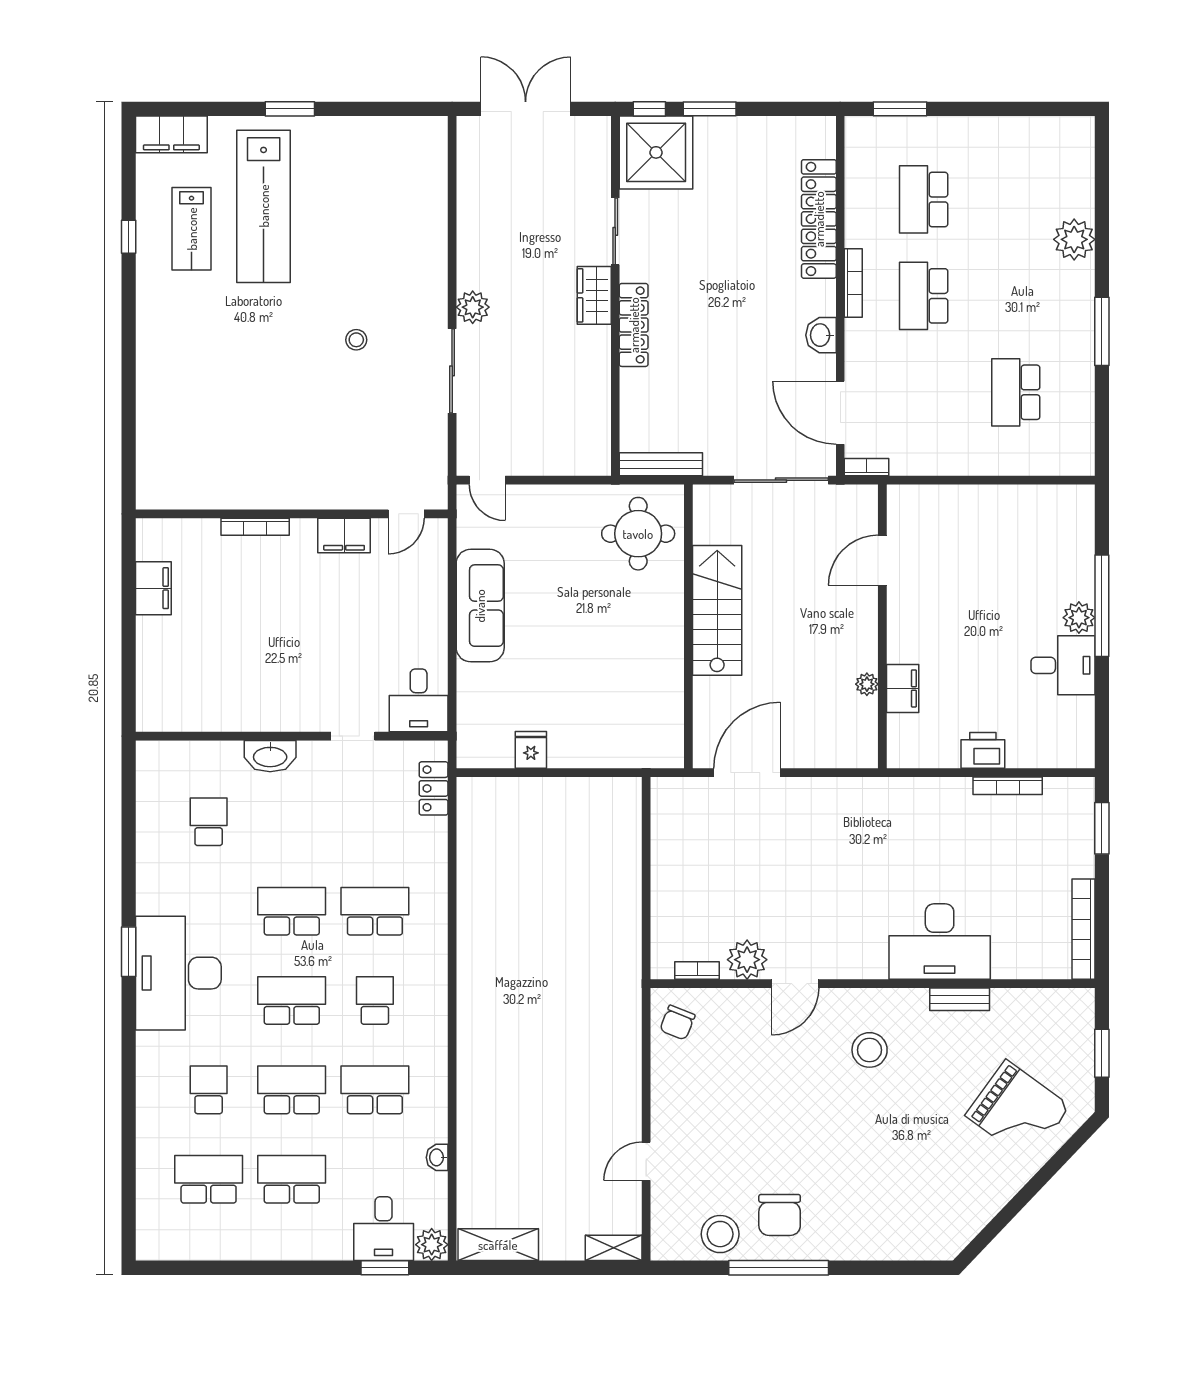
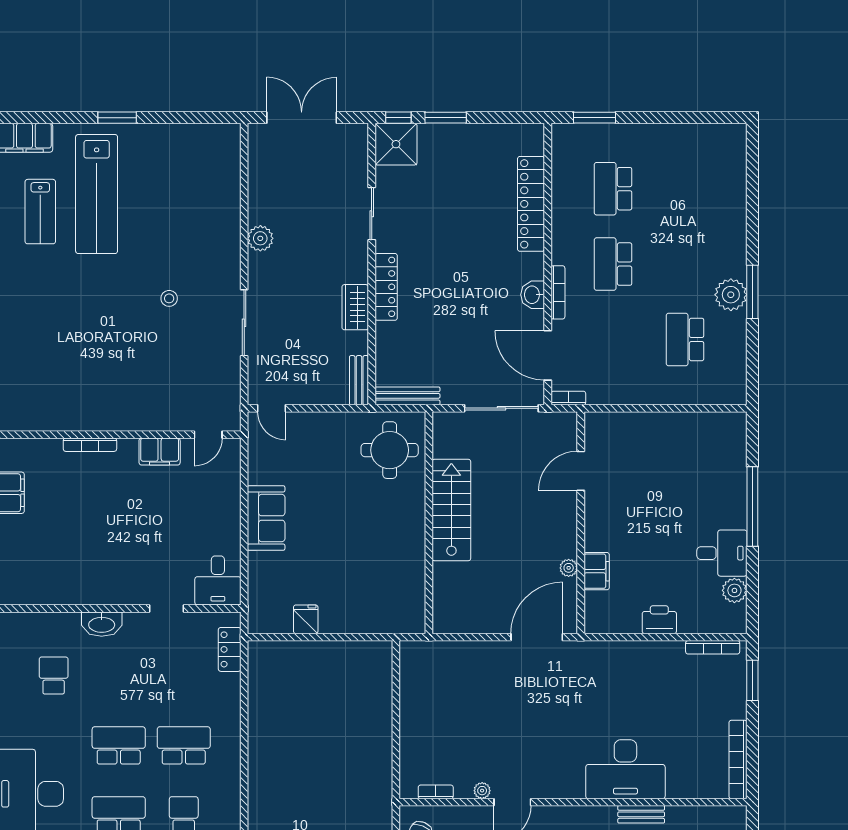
shower: (656, 152) -> (396, 144), width x0.73, depth x0.73
plant: (1074, 239) -> (731, 295), moved
bookcase: (853, 283) -> (558, 292), moved
wardrobe: (594, 295) -> (355, 307), moved
plant: (473, 307) -> (260, 238), moved
bench: (599, 444) -> (359, 380), added
sofa: (480, 606) -> (266, 518), width x0.73
plant: (1079, 618) -> (734, 590), moved
door: (747, 773) -> (537, 637), moved
bookcase: (1008, 786) -> (713, 647), moved
plant: (747, 960) -> (482, 791), width x0.53, depth x0.53

